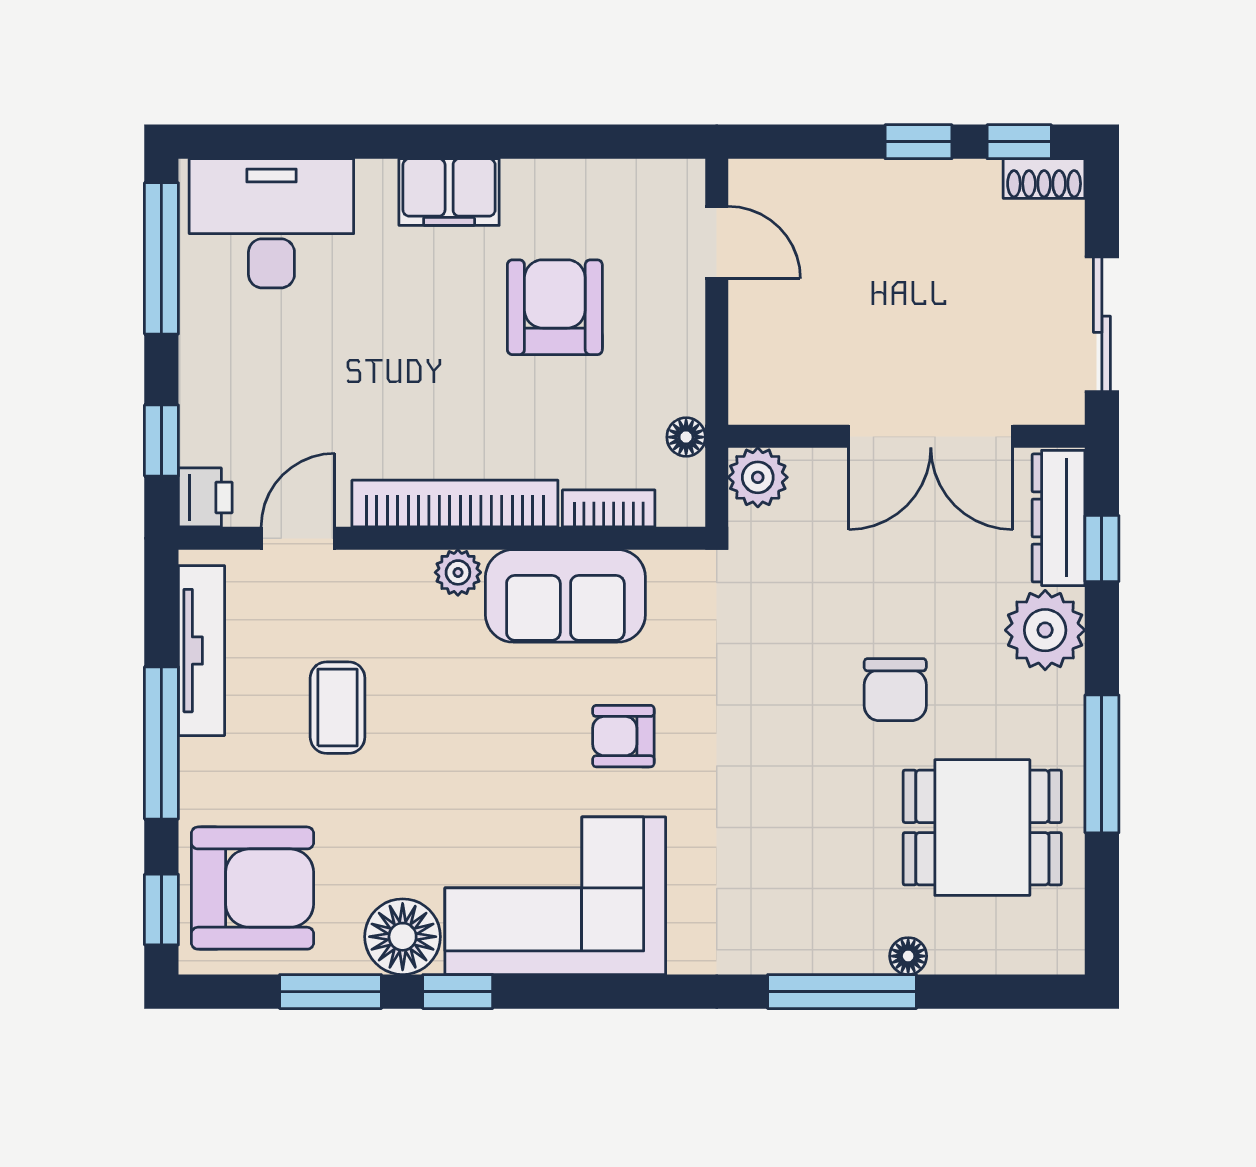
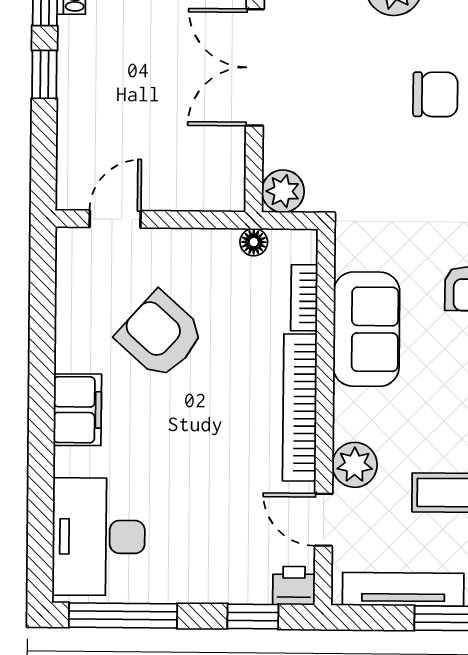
armchair: (555, 307) -> (160, 335), turned 42
double door: (931, 436) -> (255, 67), swing flipped
plant: (458, 572) -> (355, 465), moved, width x1.38, depth x1.38

